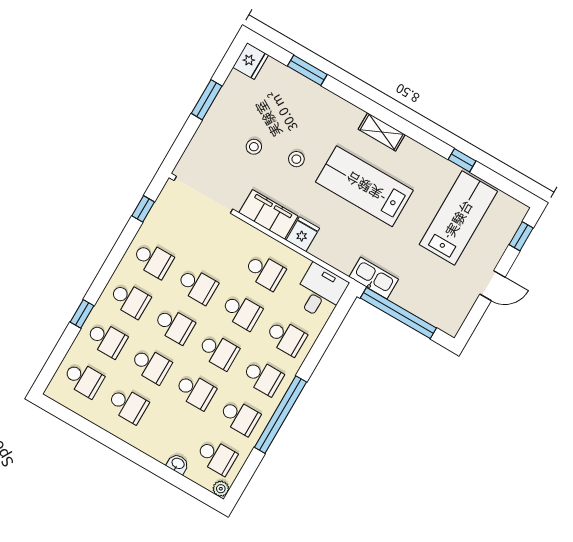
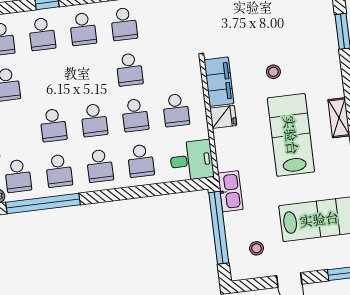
stool: (254, 147) -> (257, 248), moved
school desk: (174, 325) -> (89, 75), removed
school desk: (151, 365) -> (48, 80), removed
window: (280, 415) -> (43, 203), moved

